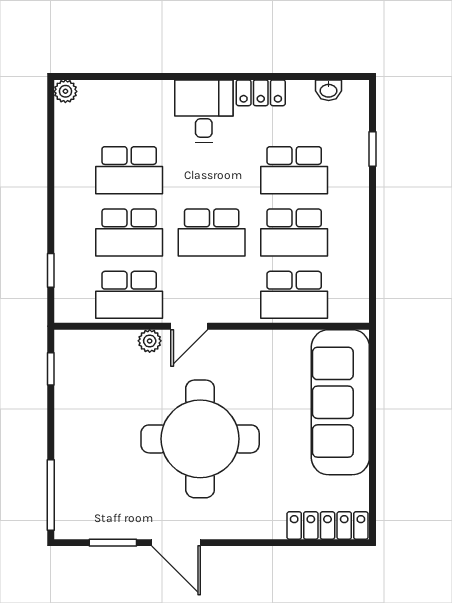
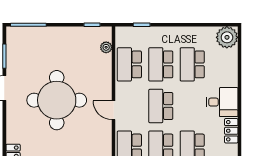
plant: (65, 91) -> (227, 37), width x1.88, depth x1.88
door: (189, 326) -> (114, 110), moved
plant: (150, 341) -> (106, 47), moved

